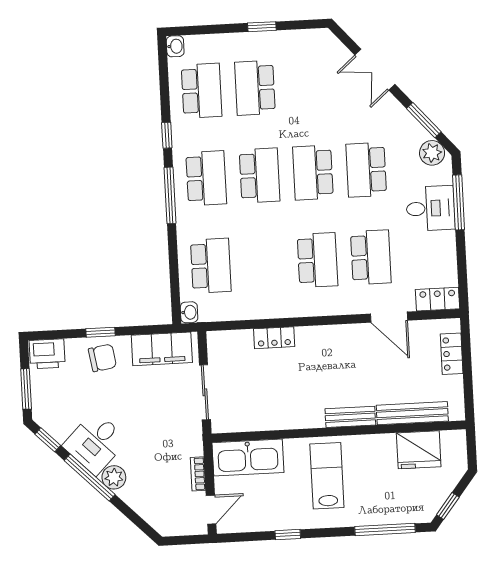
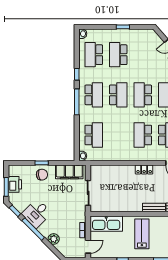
school desk: (202, 91) -> (94, 55), turned 180
school desk: (317, 260) -> (143, 135), turned 180
locker: (274, 338) -> (144, 169), moved
printer: (47, 354) -> (15, 184), moved, turned -90
plant: (114, 477) -> (54, 239), moved

